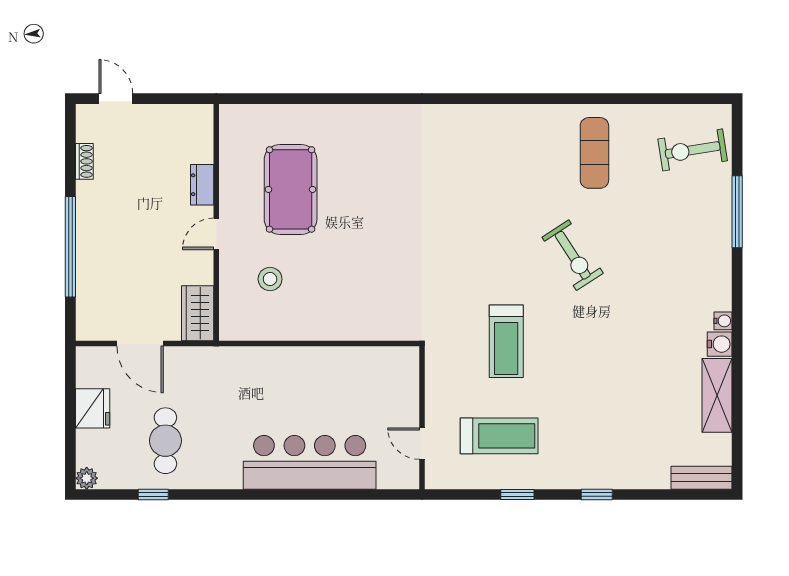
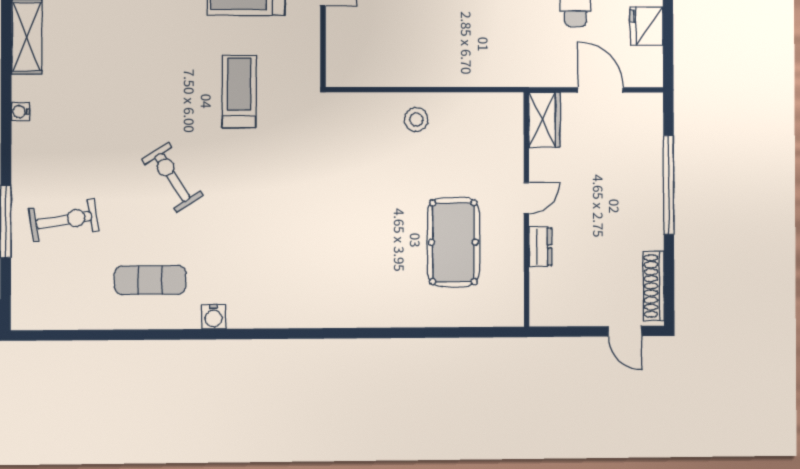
exercise bike: (693, 150) -> (64, 220), moved
exercise mat: (594, 153) -> (150, 280), turned 90
shoe rack: (84, 161) -> (653, 286), width x1.94, depth x1.24
stool: (270, 279) -> (416, 120), moved
water cooler: (720, 344) -> (214, 317), moved, turned -90

